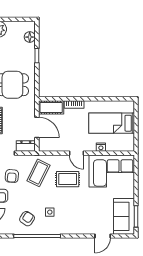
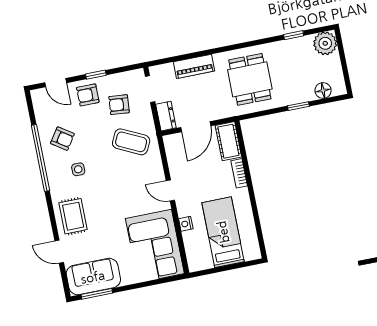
door: (76, 153) -> (170, 190), hinge flipped
rug: (68, 179) -> (73, 216), moved

